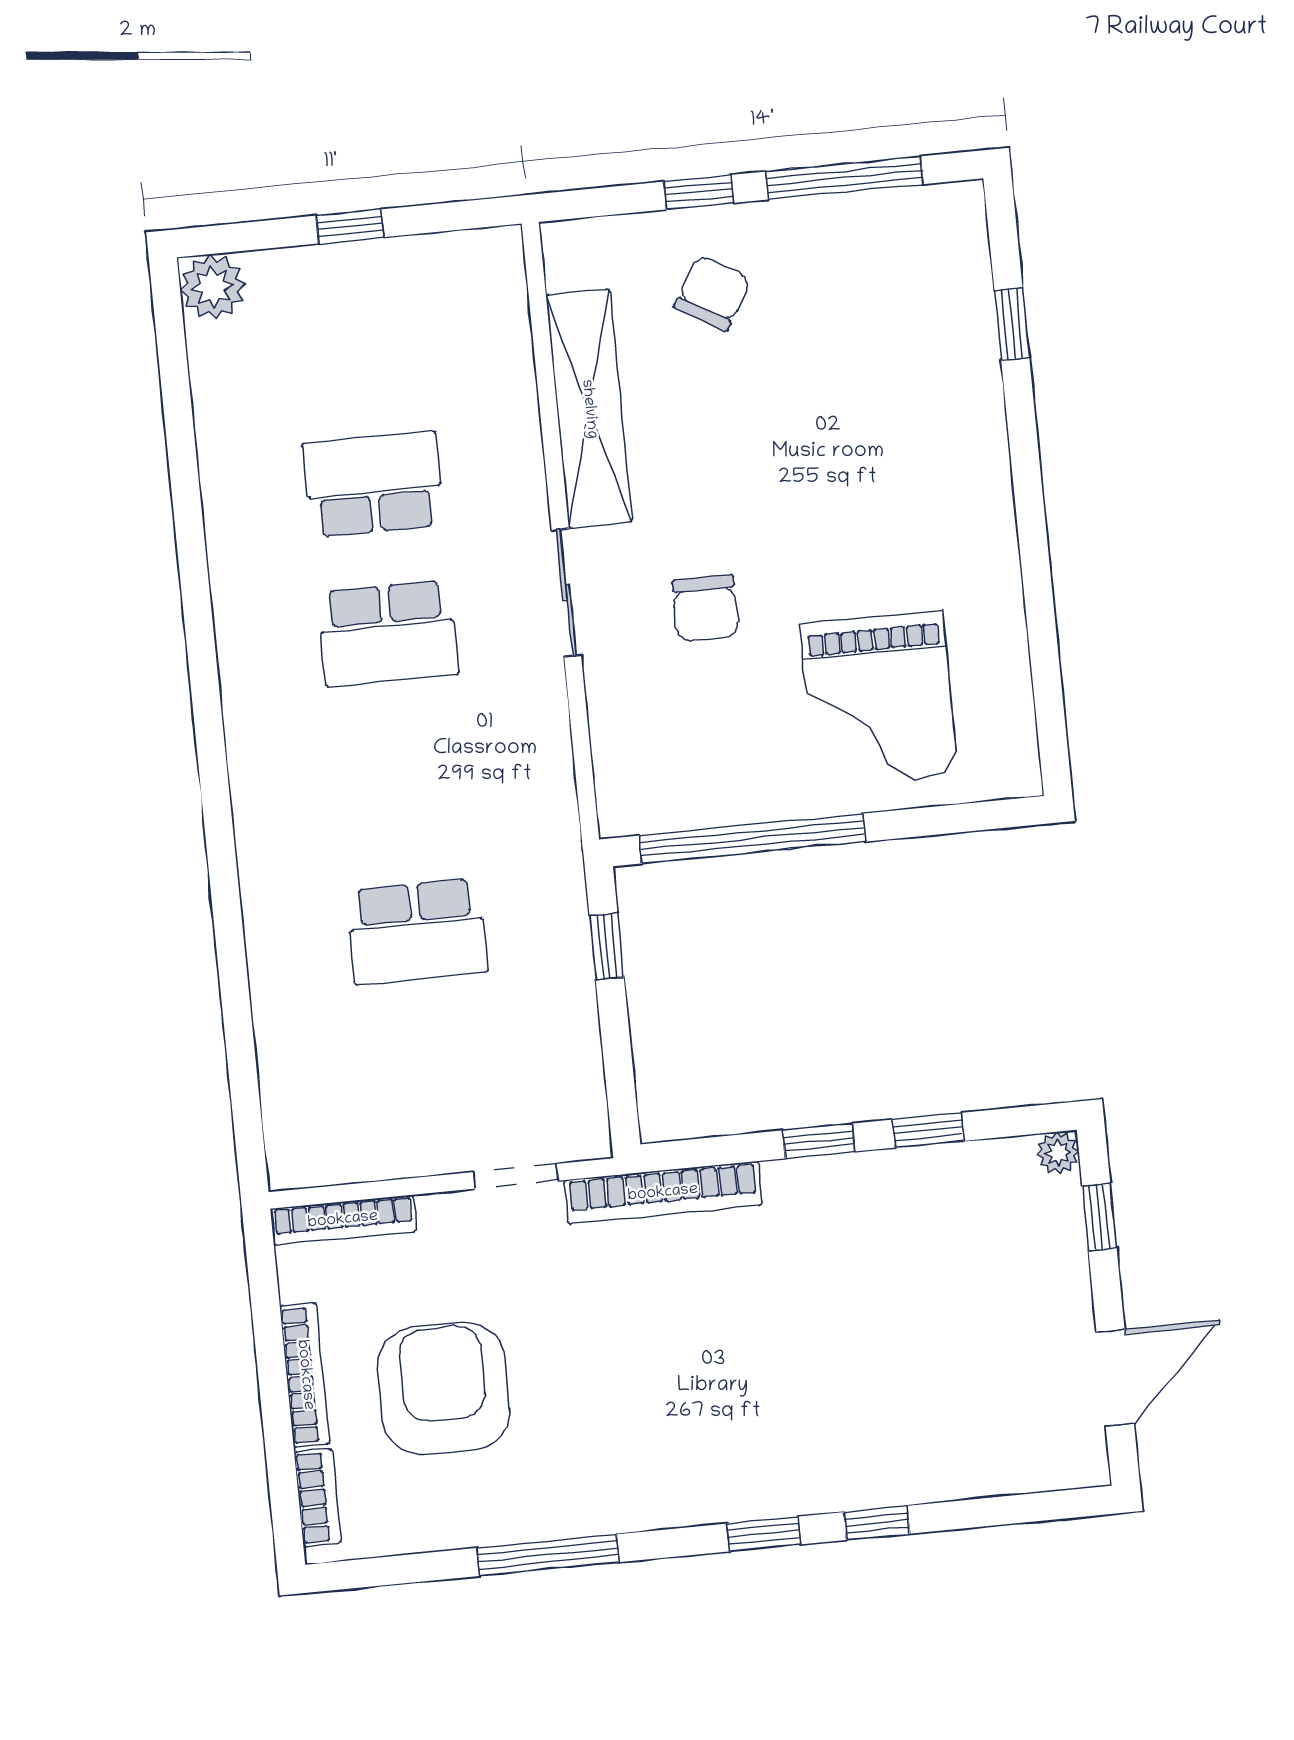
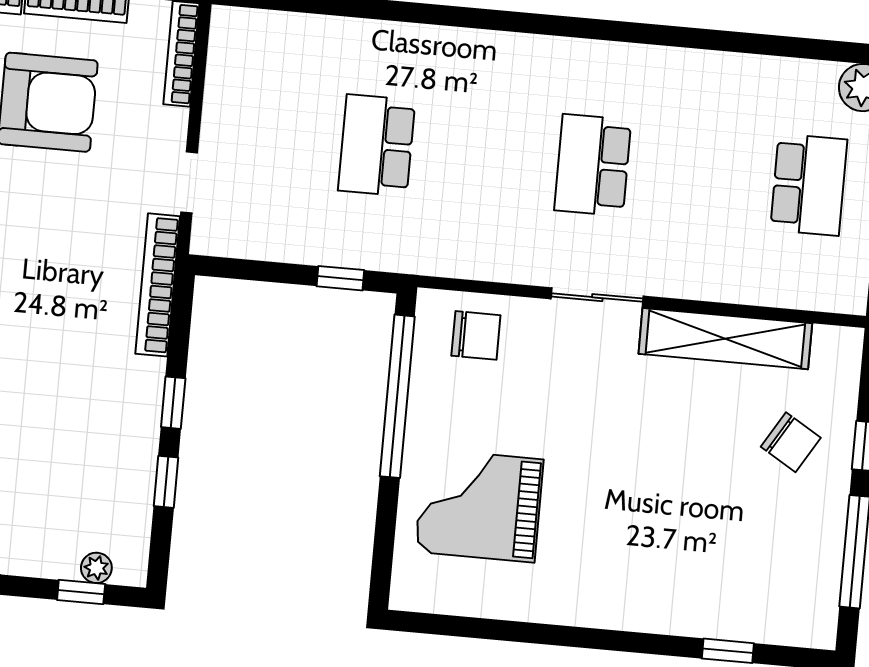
school desk: (373, 484) -> (809, 185), moved
chair: (705, 608) -> (476, 335), moved, turned 180
plant: (1058, 1153) -> (96, 568), moved

